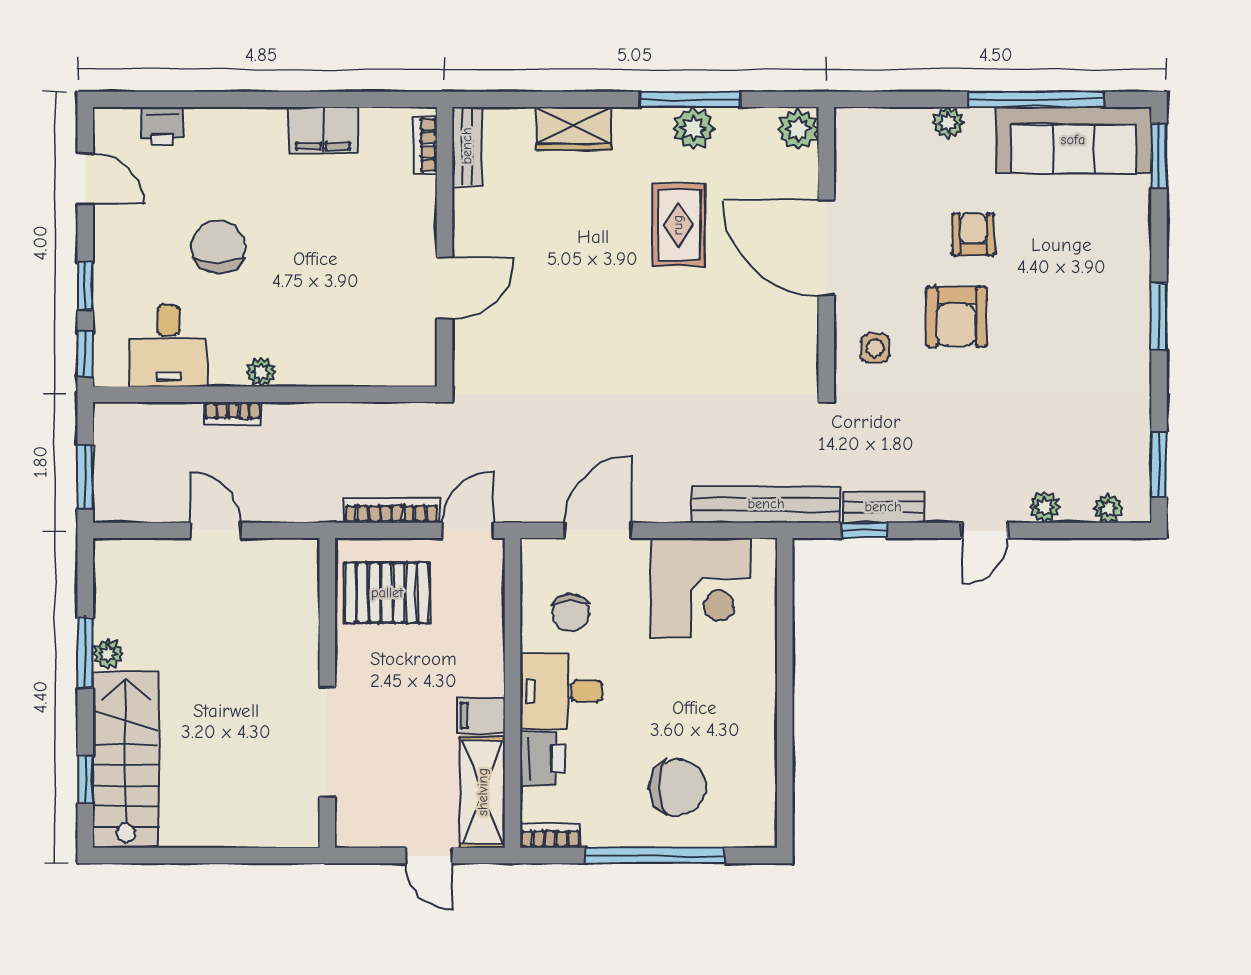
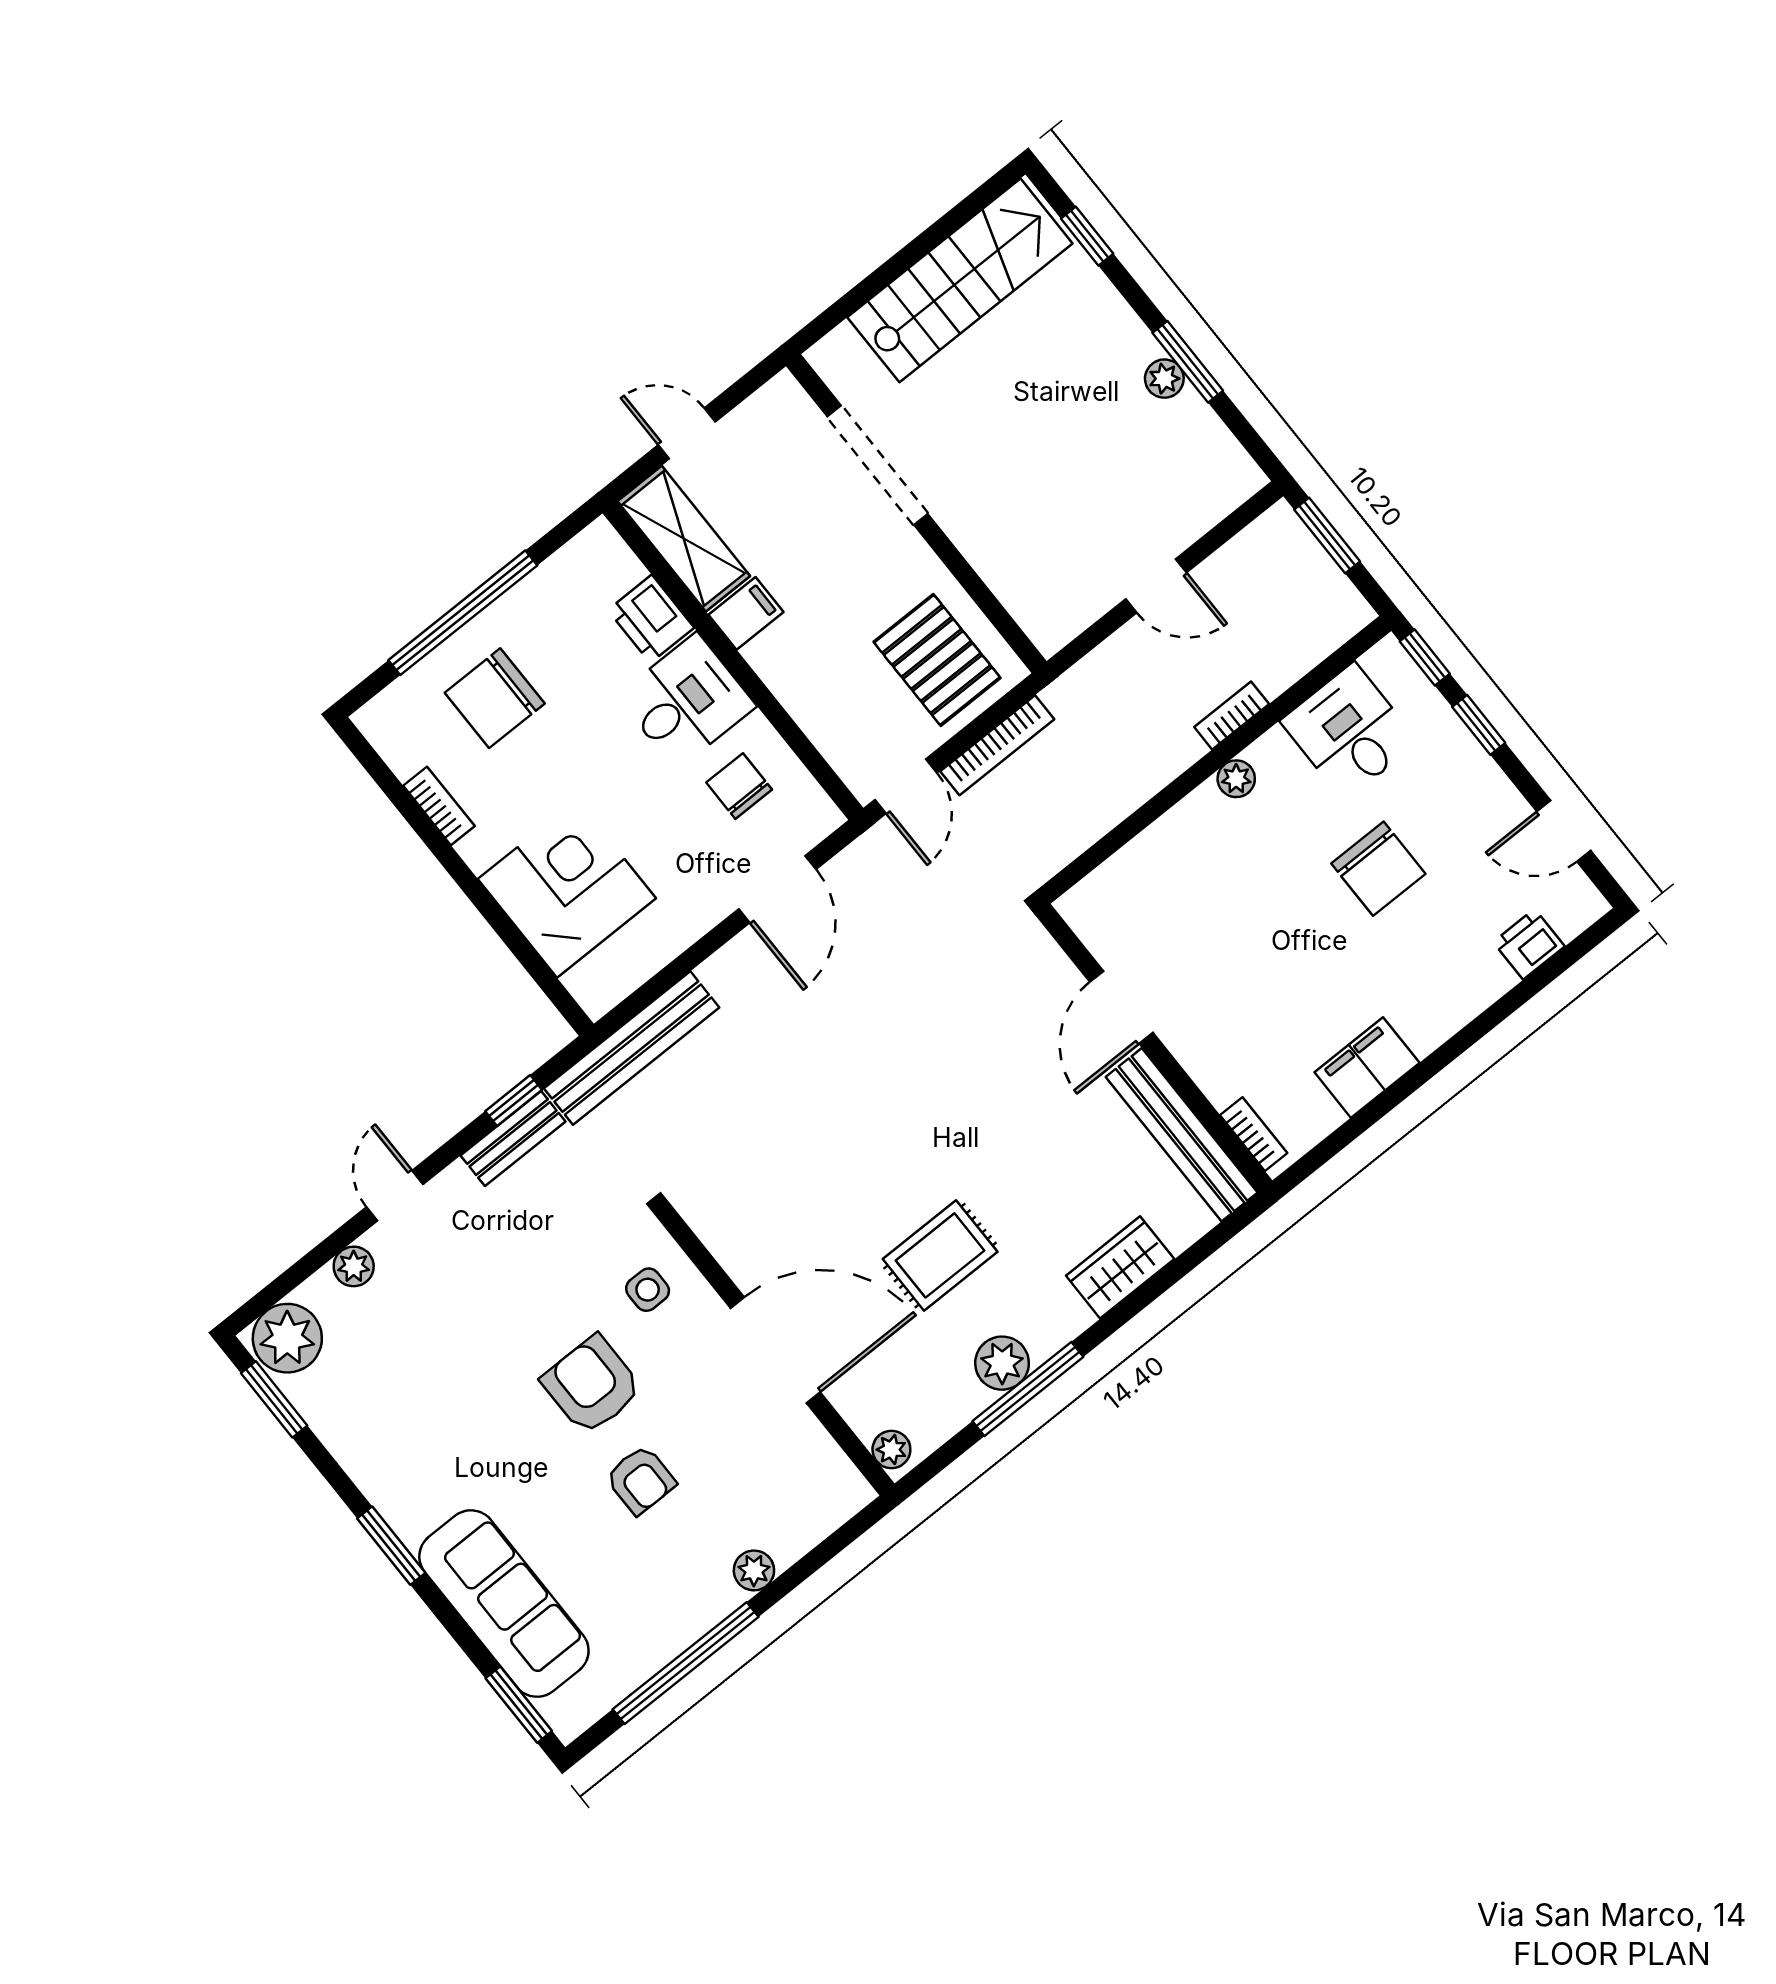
plant: (798, 129) -> (891, 1450), width x0.73, depth x0.73
sofa: (1073, 140) -> (504, 1604), moved, turned 90
bench: (467, 146) -> (1182, 1135), width x1.86, depth x1.21
rug: (678, 225) -> (940, 1255), turned 90
plant: (1108, 508) -> (287, 1338), width x1.88, depth x1.88
corner desk: (701, 588) -> (567, 889), moved, turned 90
pallet: (387, 593) -> (937, 660), turned 90
stairs: (126, 760) -> (960, 280), moved, turned -90
bookcase: (550, 836) -> (439, 806), moved, turned -90

